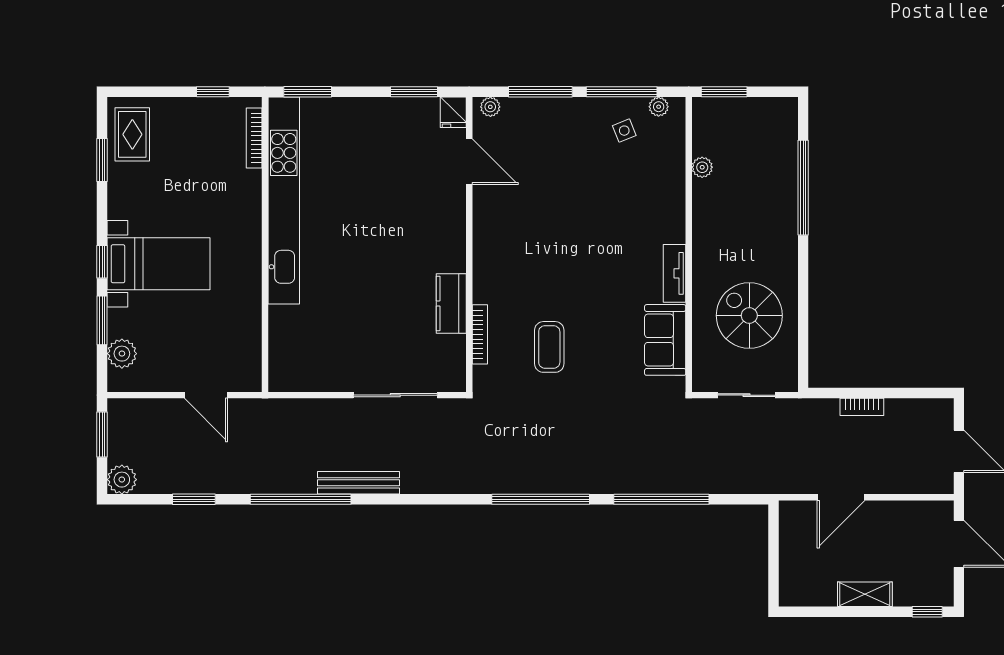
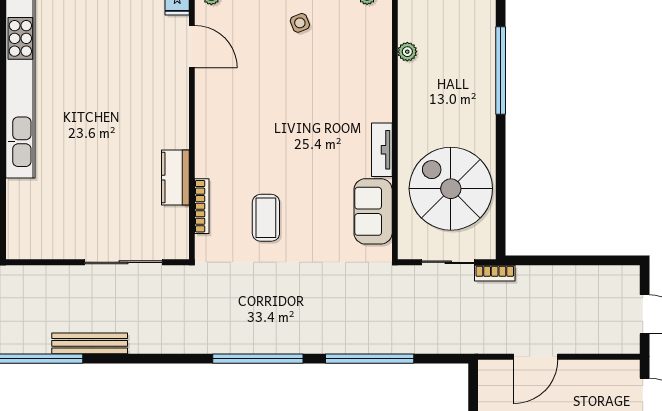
side table: (624, 131) -> (300, 23), moved
spiral stairs: (749, 315) -> (451, 189), width x1.37, depth x1.37
bookcase: (862, 407) -> (495, 273), moved

